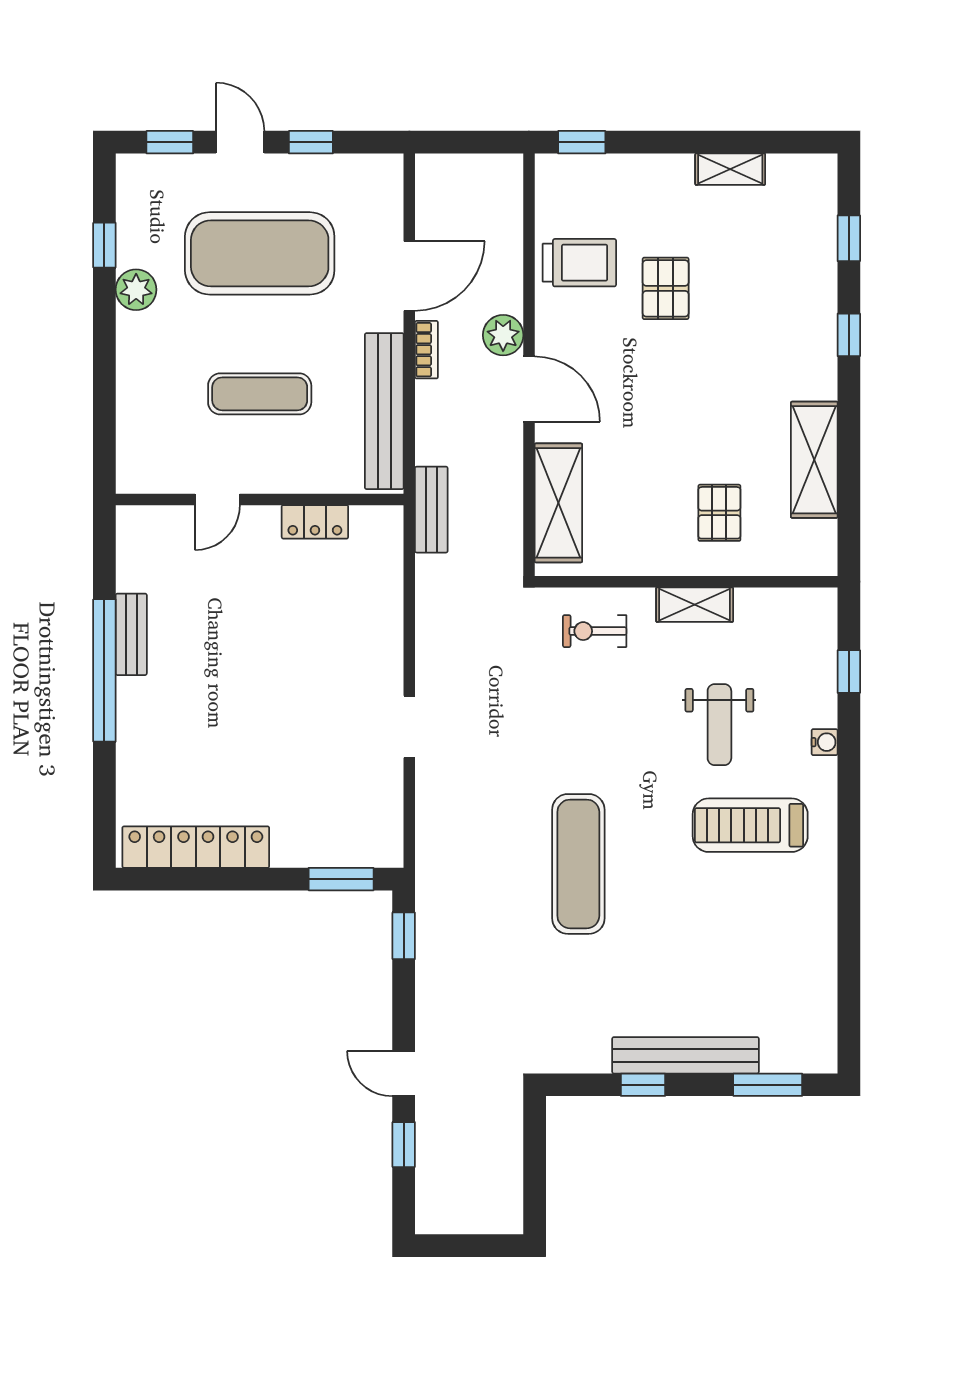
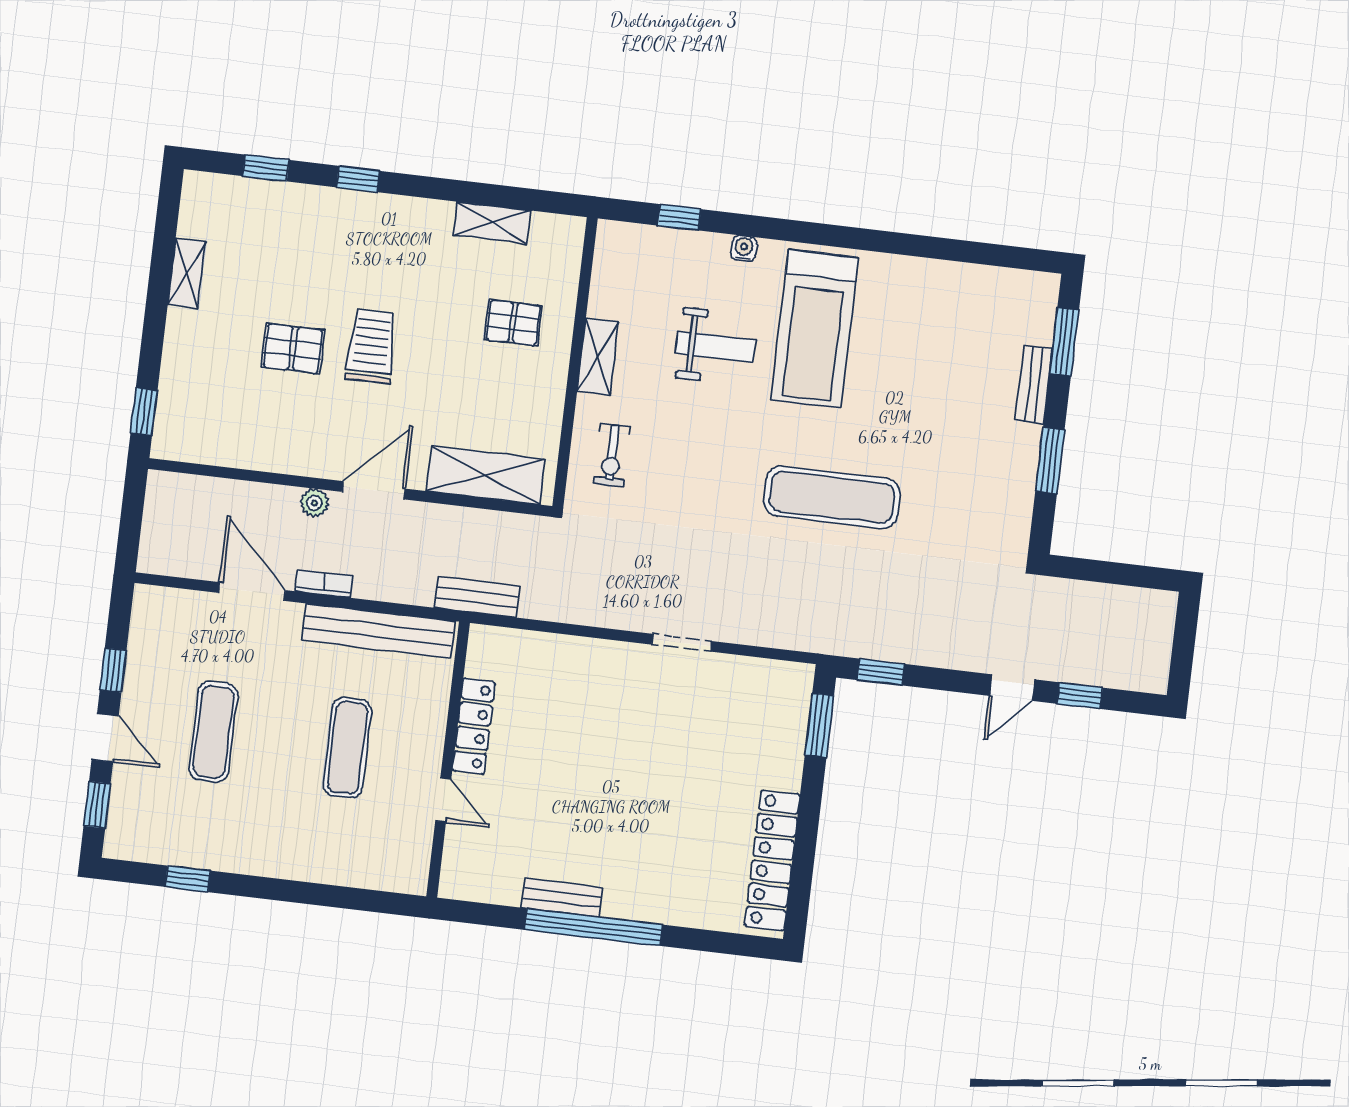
door: (240, 142) -> (105, 738), swing flipped
exercise mat: (260, 253) -> (213, 732), width x0.50, depth x0.69
trolley: (579, 263) -> (371, 347), moved
plant: (136, 290) -> (234, 854), removed
plant: (503, 335) -> (314, 503), width x0.73, depth x0.73
shelving: (814, 460) -> (492, 223), width x0.67, depth x0.75
locker: (315, 522) -> (474, 726), width x1.53
treadmill: (750, 825) -> (815, 329), width x1.37, depth x1.38
bench: (686, 1055) -> (1034, 385), width x0.54, depth x0.82
window: (643, 1085) -> (1050, 461), width x1.50

